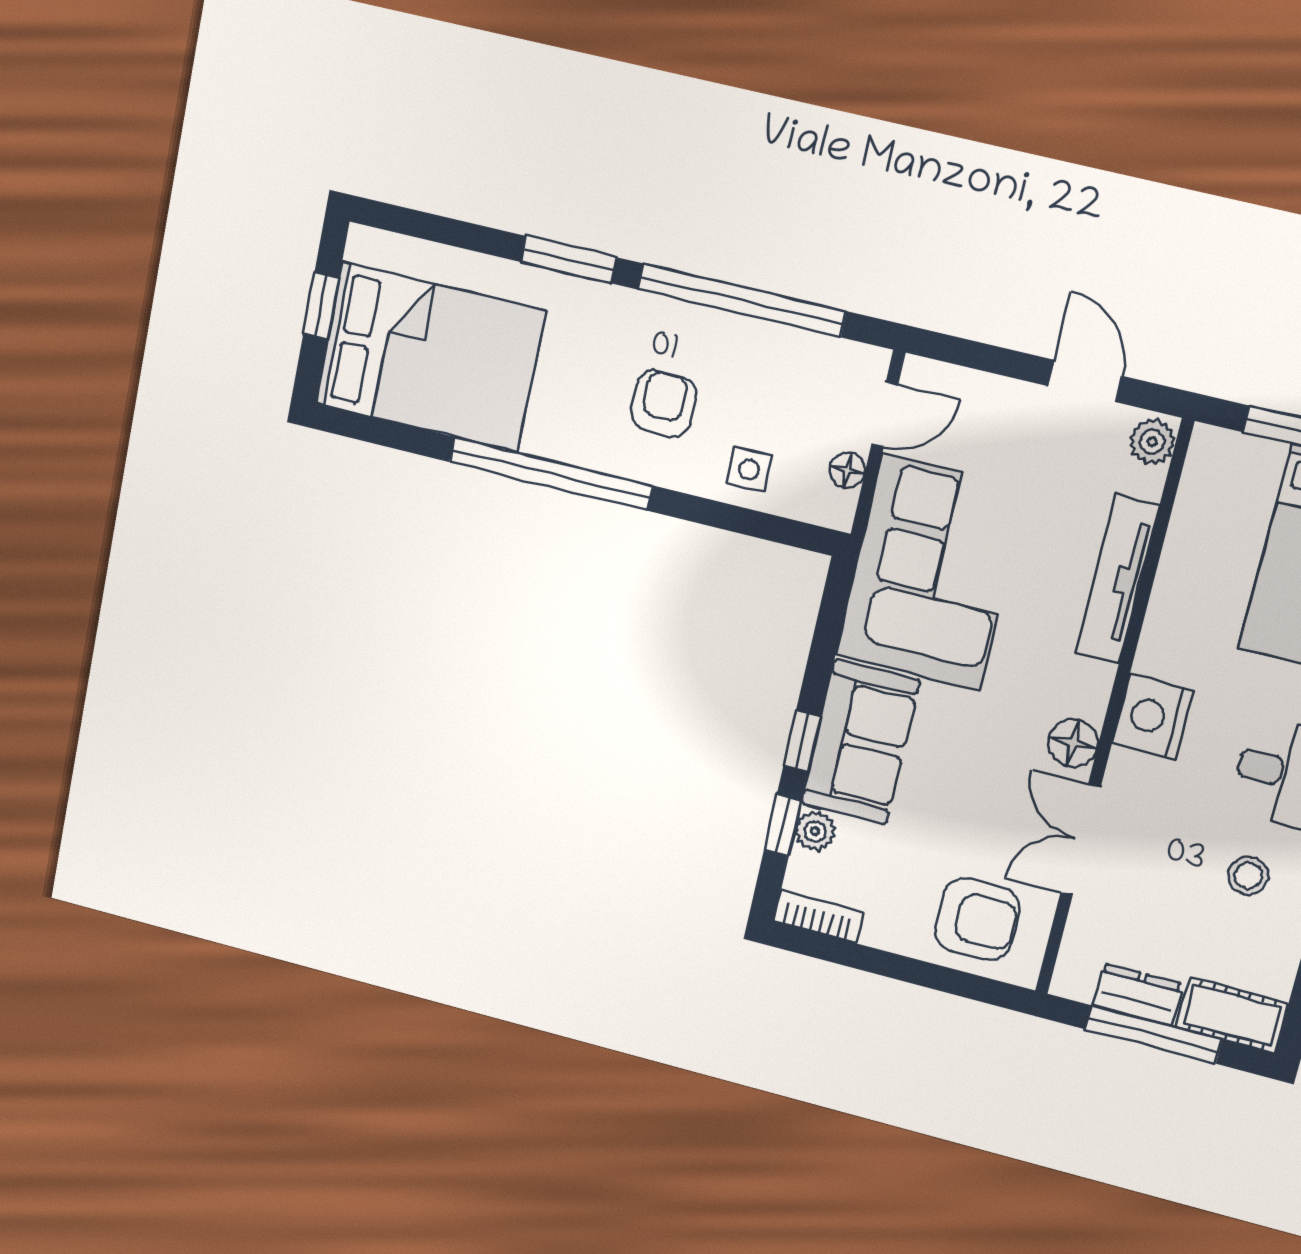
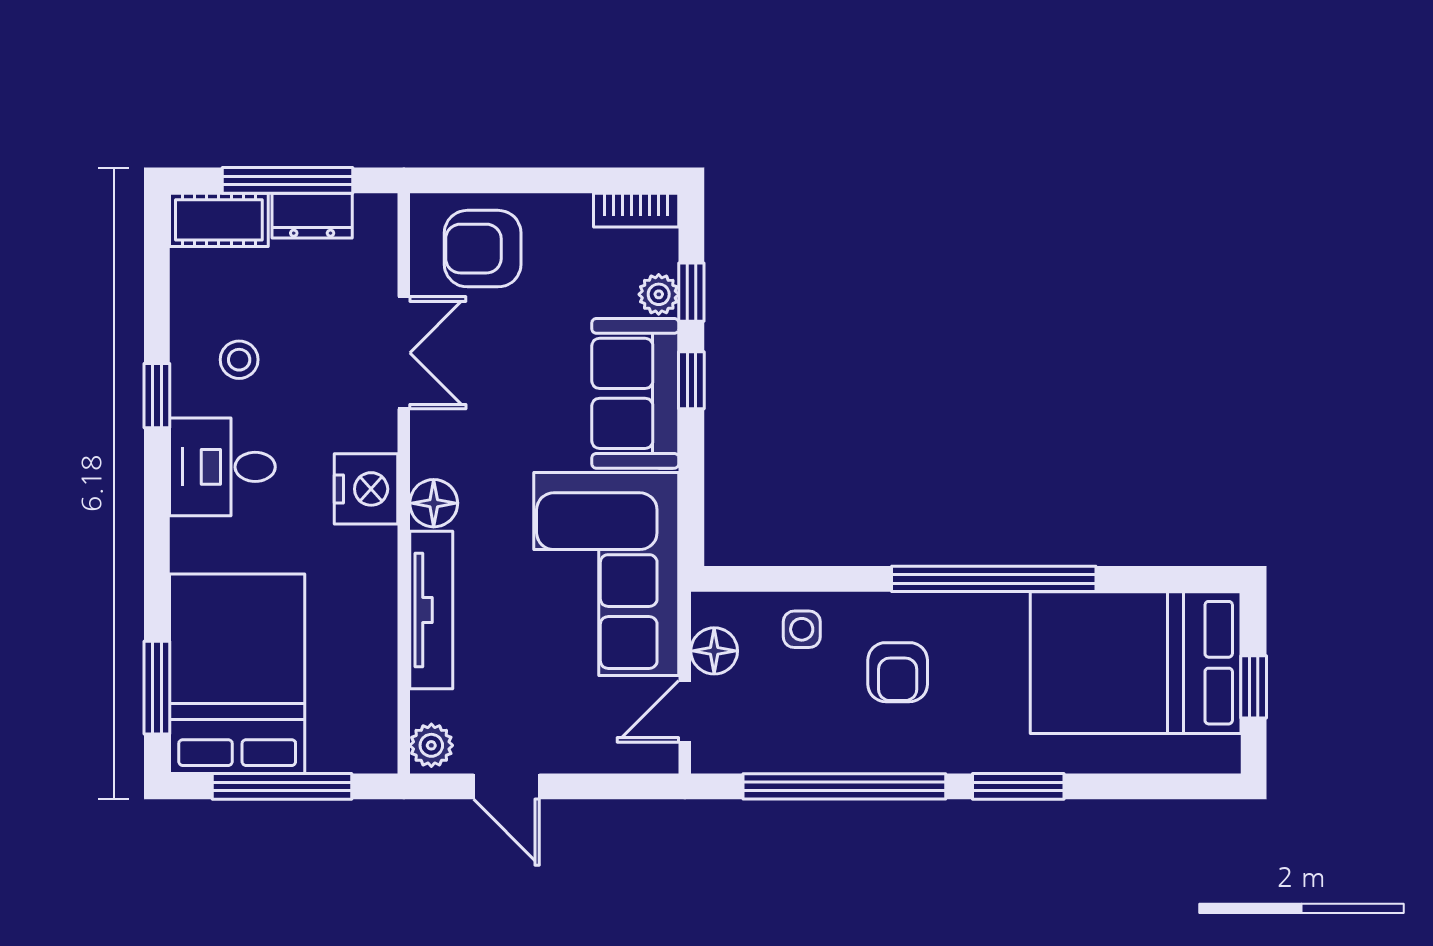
floor lamp: (847, 470) -> (714, 651), width x1.37, depth x1.37
floor lamp: (1073, 743) -> (434, 503), moved

